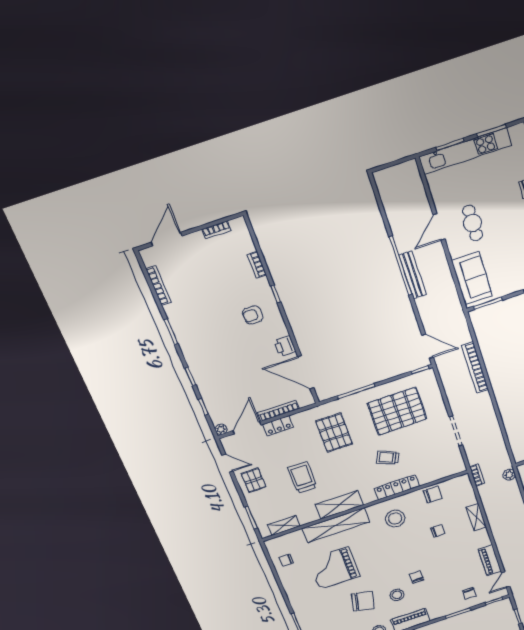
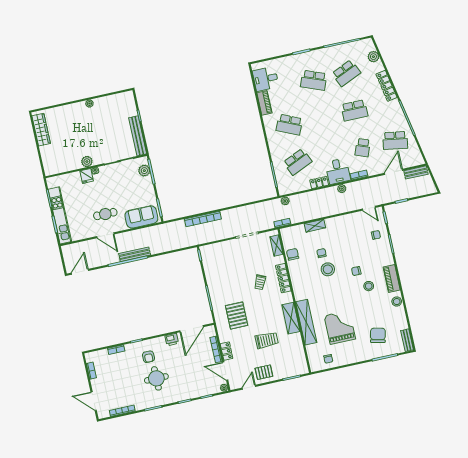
round table: (220, 331) -> (156, 378), added
door: (428, 346) -> (80, 272), moved
pallet: (397, 411) -> (227, 273), removed
pallet: (334, 432) -> (237, 316), turned 90
trolley: (302, 478) -> (267, 340), turned 180
stool: (395, 518) -> (328, 269), moved
shelving: (284, 525) -> (276, 245), moved
piano: (490, 560) -> (351, 219), removed
grand piano: (334, 568) -> (340, 327), turned 180
chair: (363, 601) -> (378, 335), moved

